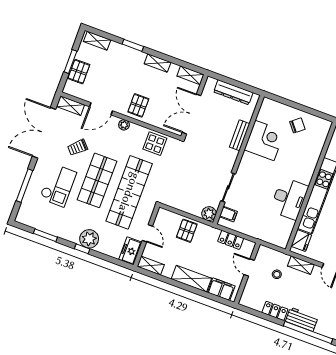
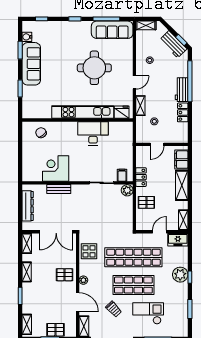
chair: (297, 125) -> (41, 133), moved
locker: (231, 240) -> (141, 177), moved

